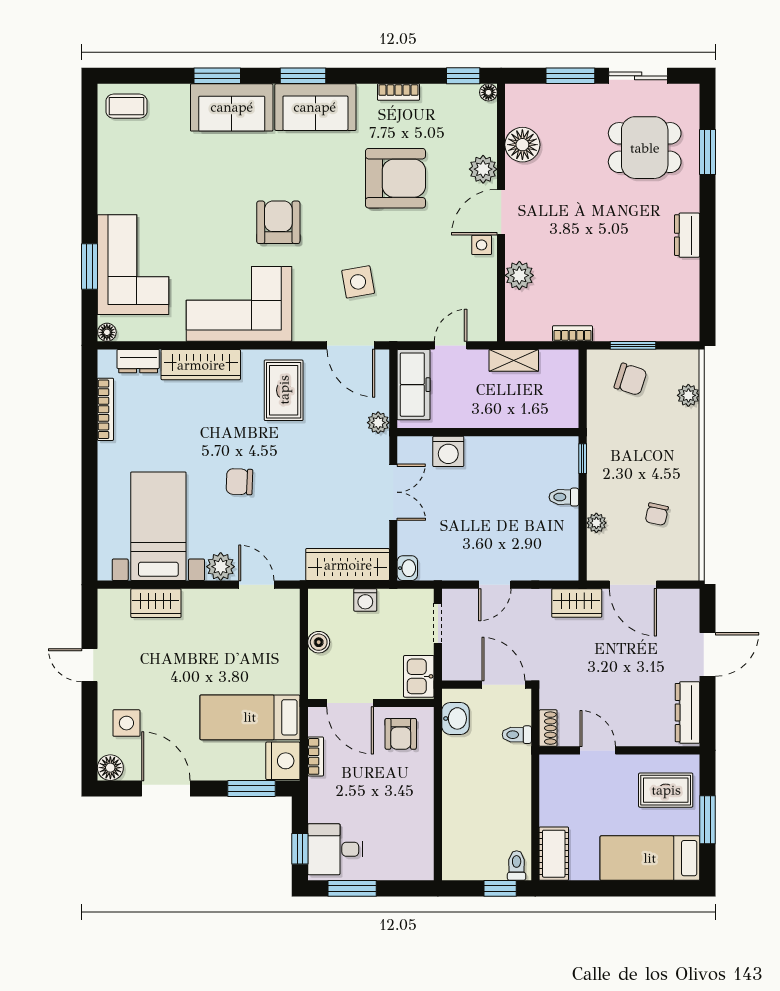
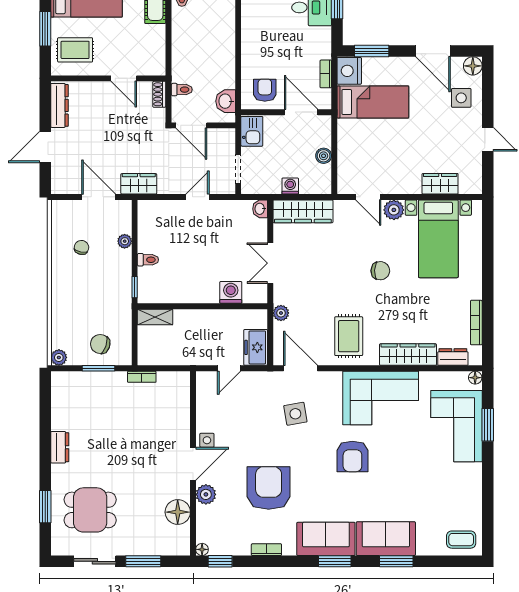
armchair: (395, 178) -> (269, 488), turned 90
plant: (519, 275) -> (180, 418), removed
shelving: (514, 360) -> (155, 317), moved
freezer: (414, 385) -> (256, 347), width x0.71
plant: (688, 395) -> (59, 357), moved

